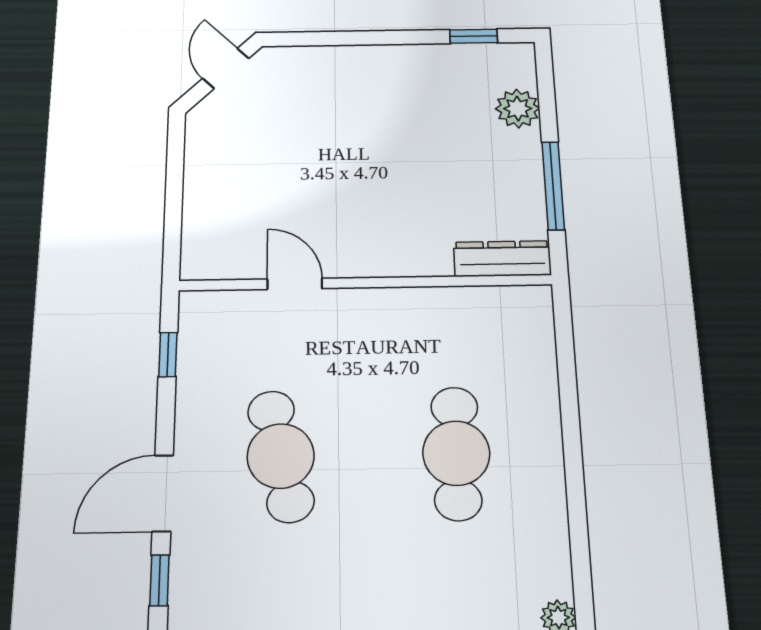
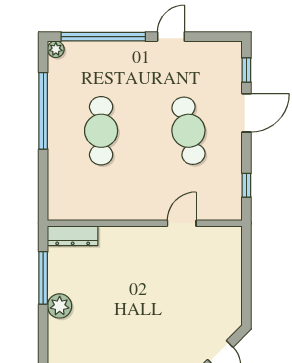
plant: (518, 109) -> (60, 306), moved
door: (295, 284) -> (182, 223), swing flipped
window: (576, 490) -> (43, 111), added

